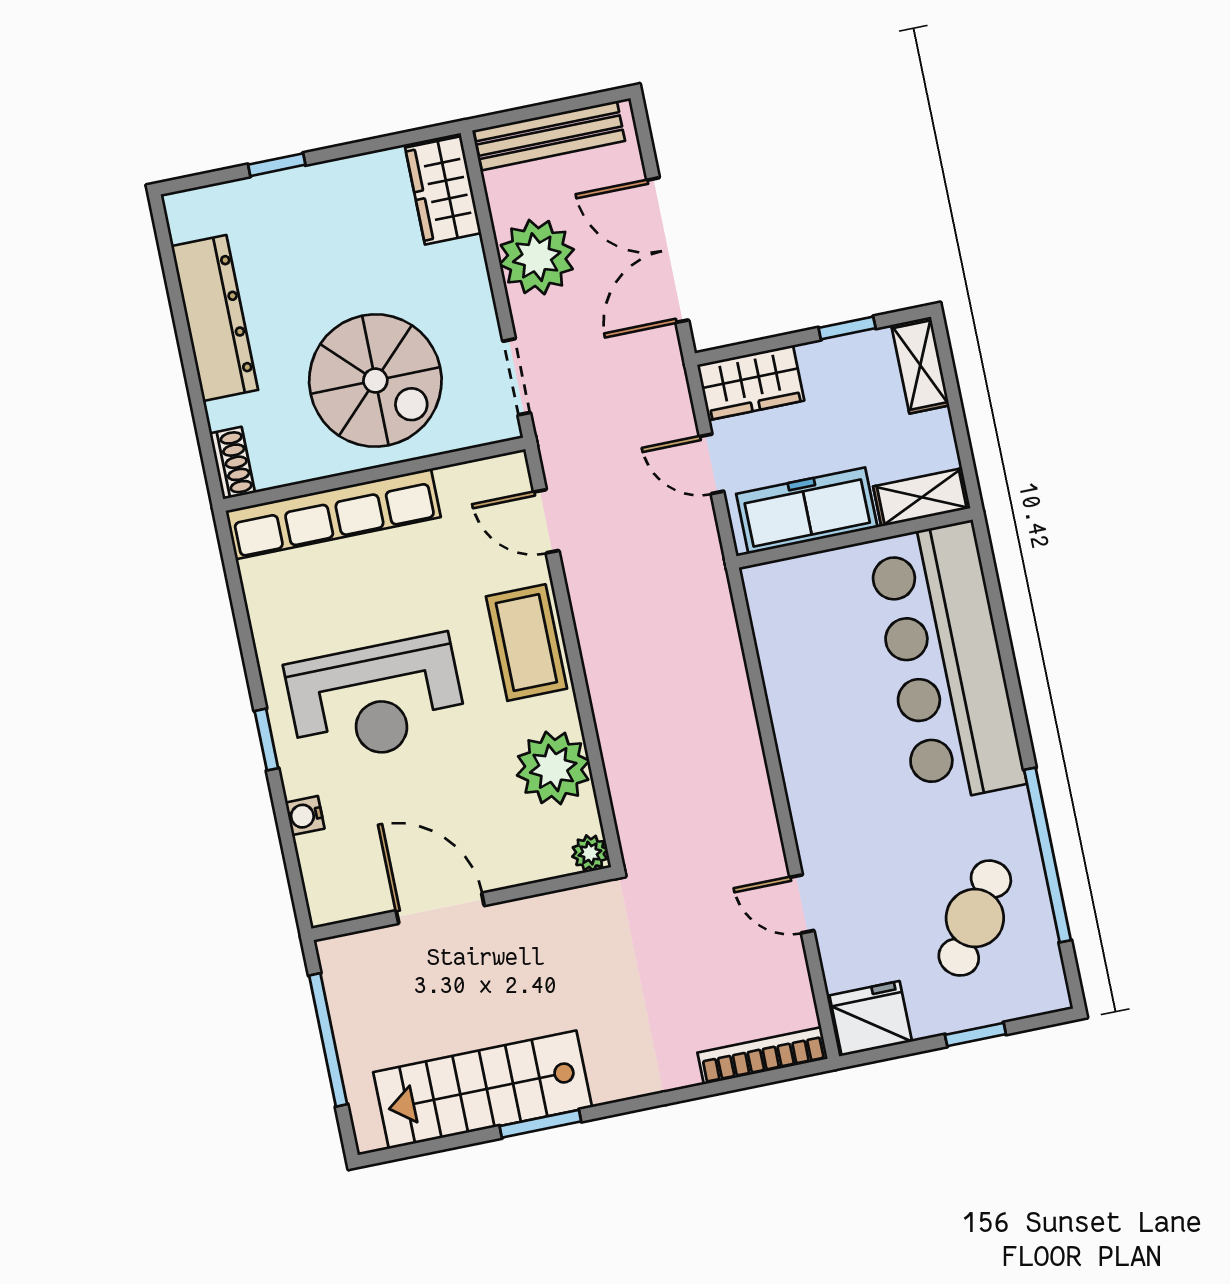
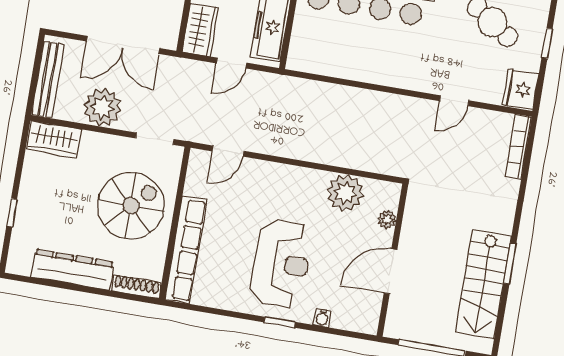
shoe rack: (232, 463) -> (136, 287), width x1.43
coffee table: (526, 643) -> (281, 182), removed
plant: (590, 853) -> (387, 220), moved

